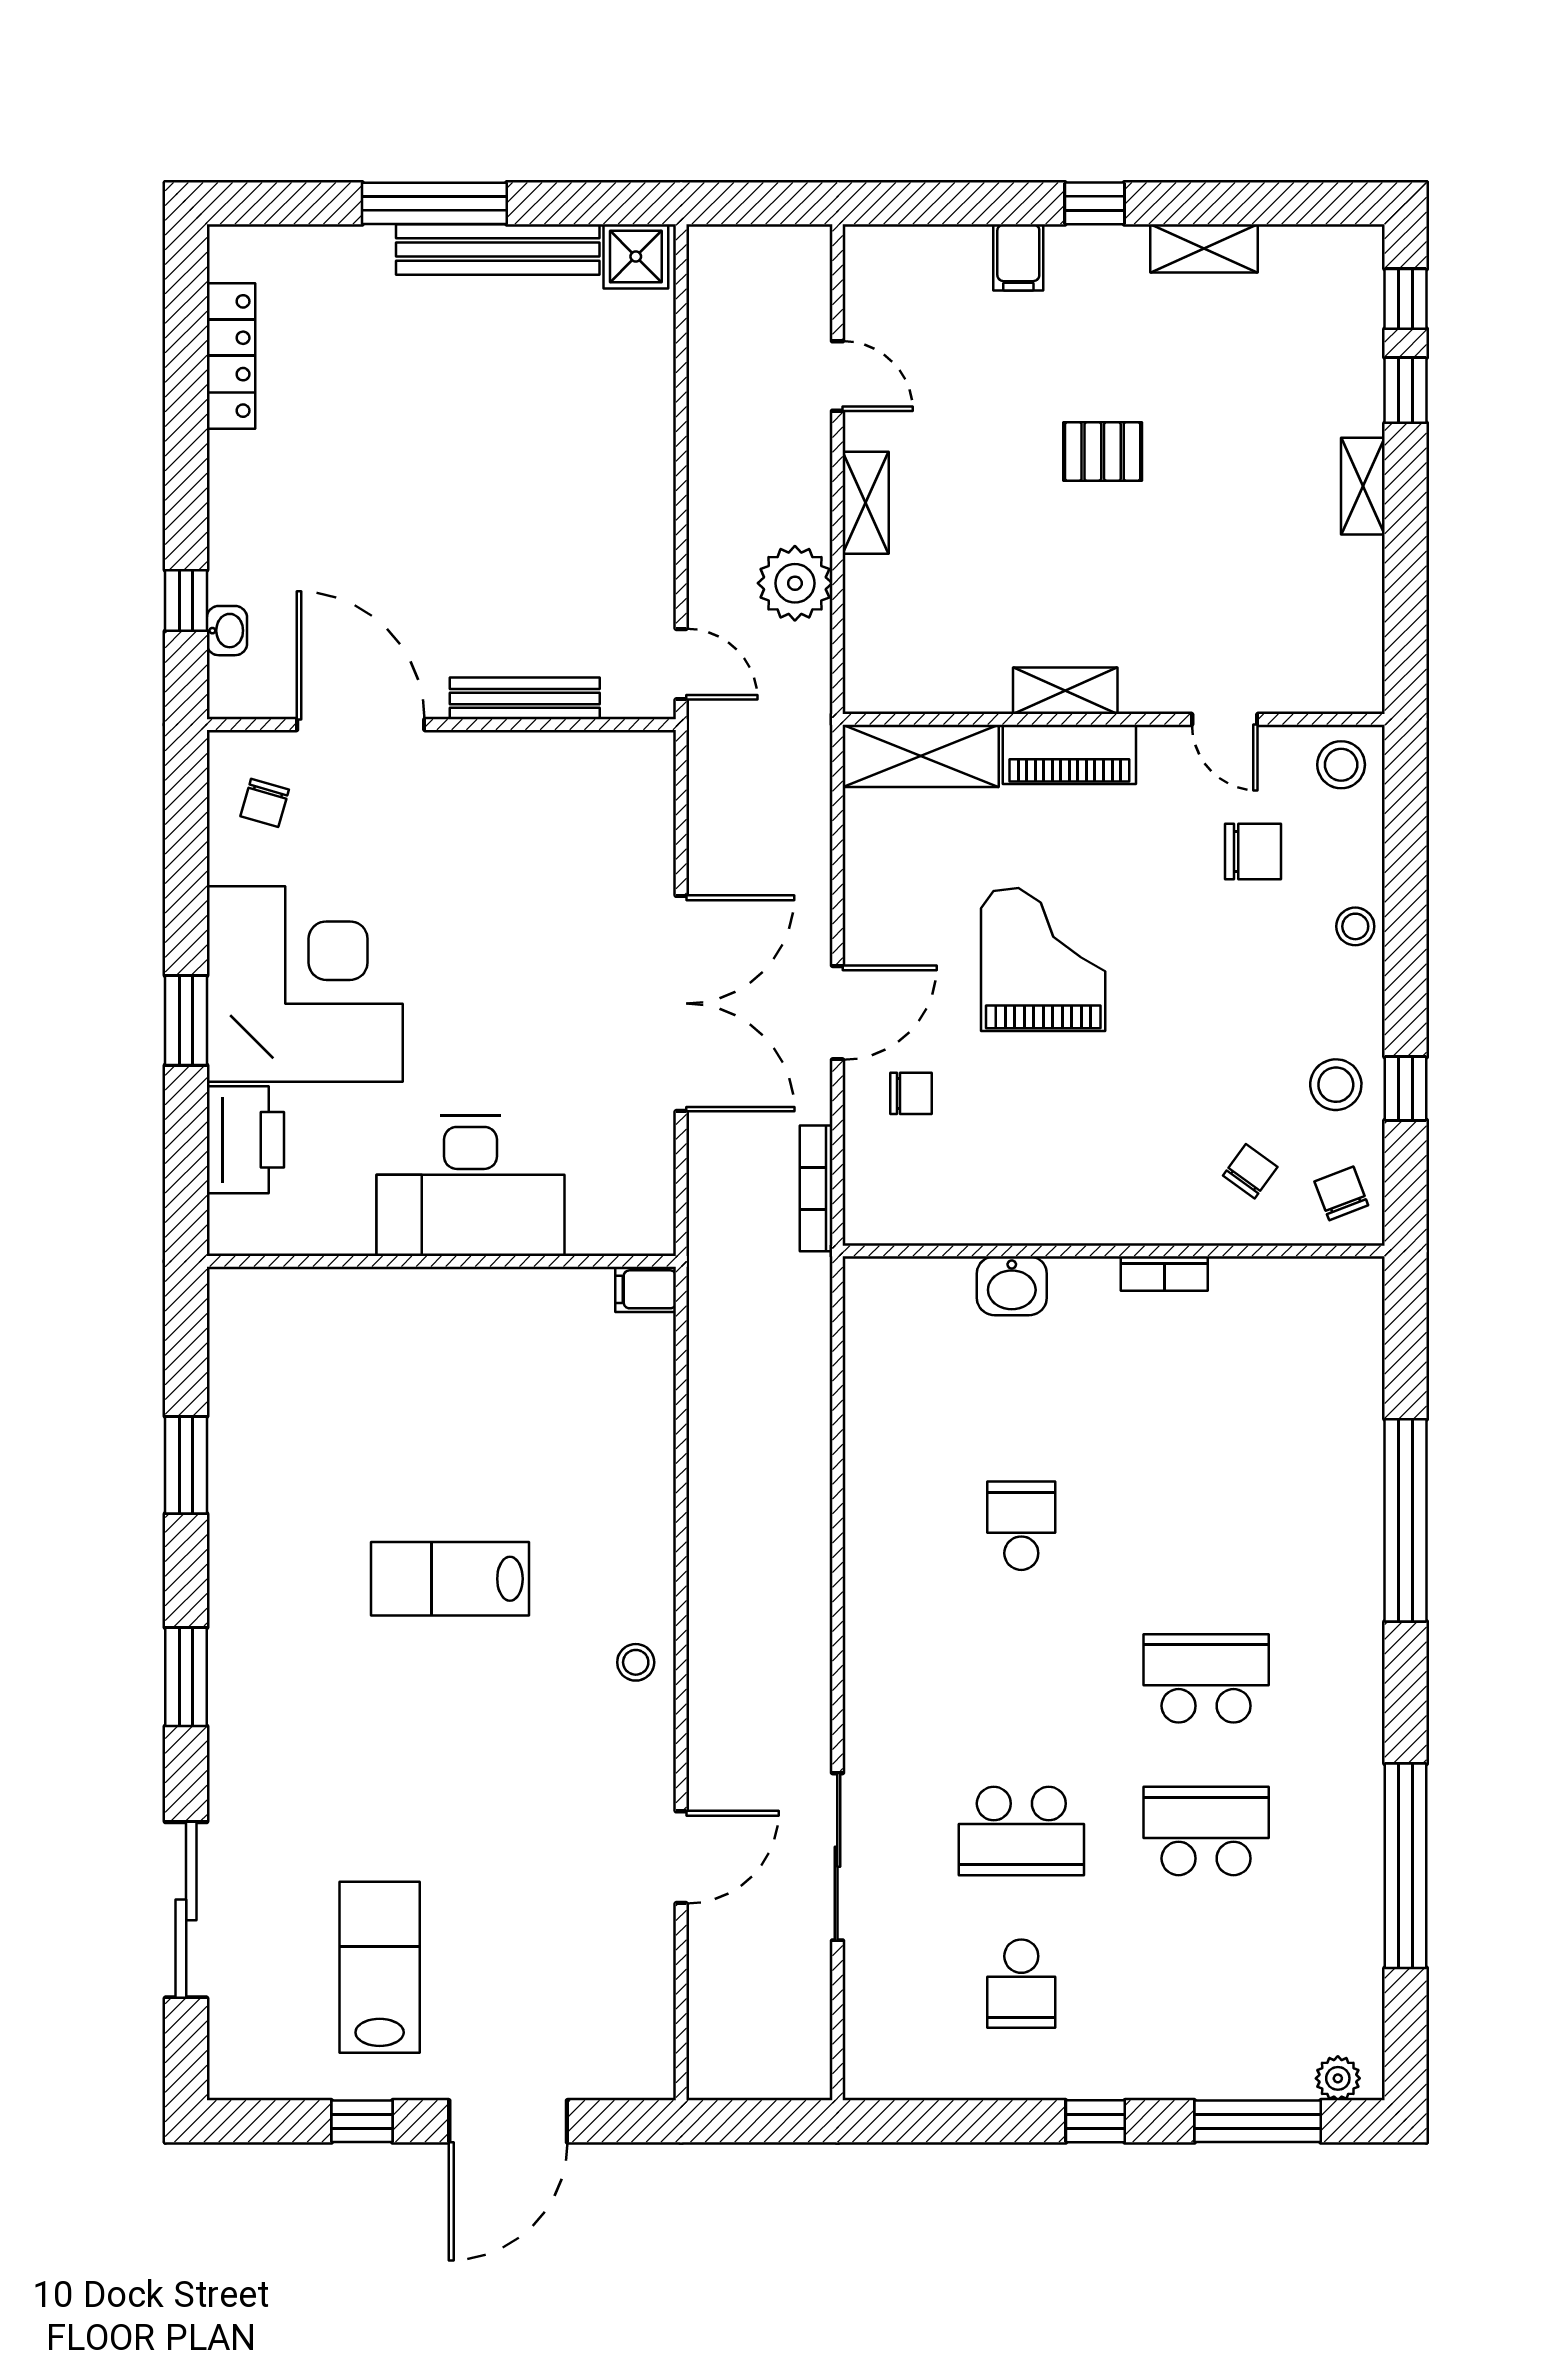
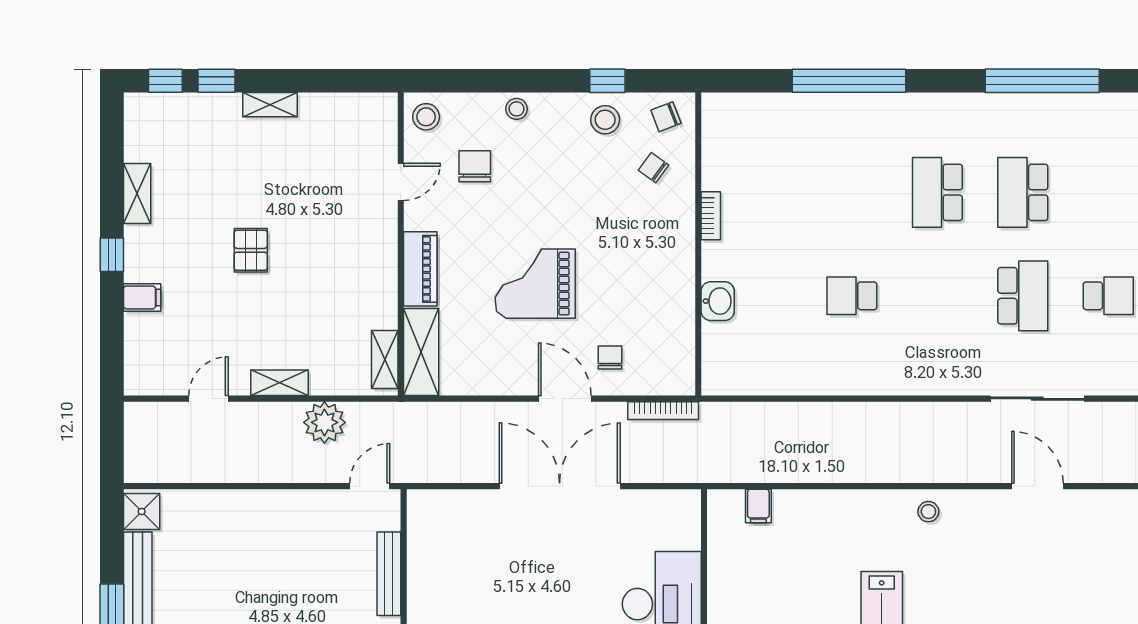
shelving: (1065, 691) -> (385, 359), moved
filing cabinet: (646, 1289) -> (758, 506), moved

